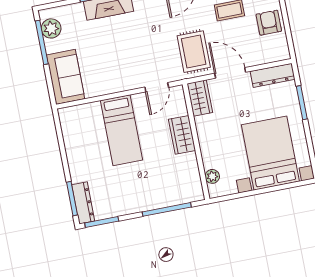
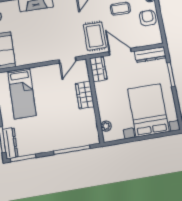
bed: (121, 130) -> (22, 93), moved

